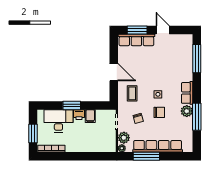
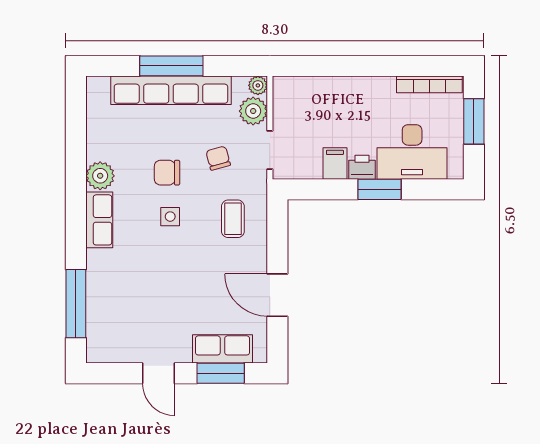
row of seats: (136, 40) -> (222, 349), width x0.68
door: (114, 72) -> (277, 295), moved
window: (197, 117) -> (76, 162), removed
window: (146, 156) -> (171, 66), moved

